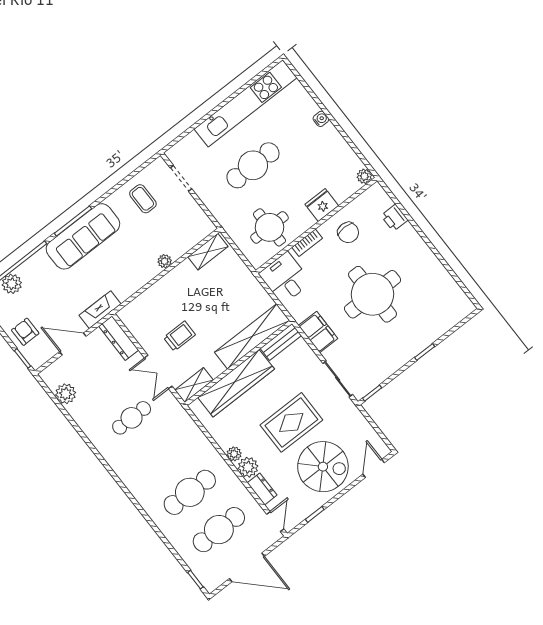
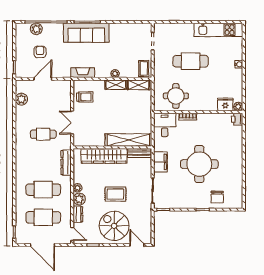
kitchen unit: (245, 103) -> (218, 30), width x0.73
coffee table: (143, 199) -> (144, 68), moved
fridge: (322, 205) -> (225, 104), moved
printer: (394, 218) -> (237, 119), moved
chair: (348, 232) -> (217, 197), moved
fireplace: (100, 310) -> (83, 73), moved
armchair: (25, 332) -> (40, 52), moved
trolley: (179, 336) -> (85, 97), moved
dresser: (119, 338) -> (66, 163), moved
door: (73, 344) -> (43, 79), hinge flipped
shelving: (194, 385) -> (116, 85), moved
rug: (291, 422) -> (115, 194), width x0.73, depth x0.70
spiral stairs: (323, 467) -> (114, 226), turned 180
door: (374, 468) -> (137, 245), hinge flipped
door: (275, 522) -> (72, 234), hinge flipped

